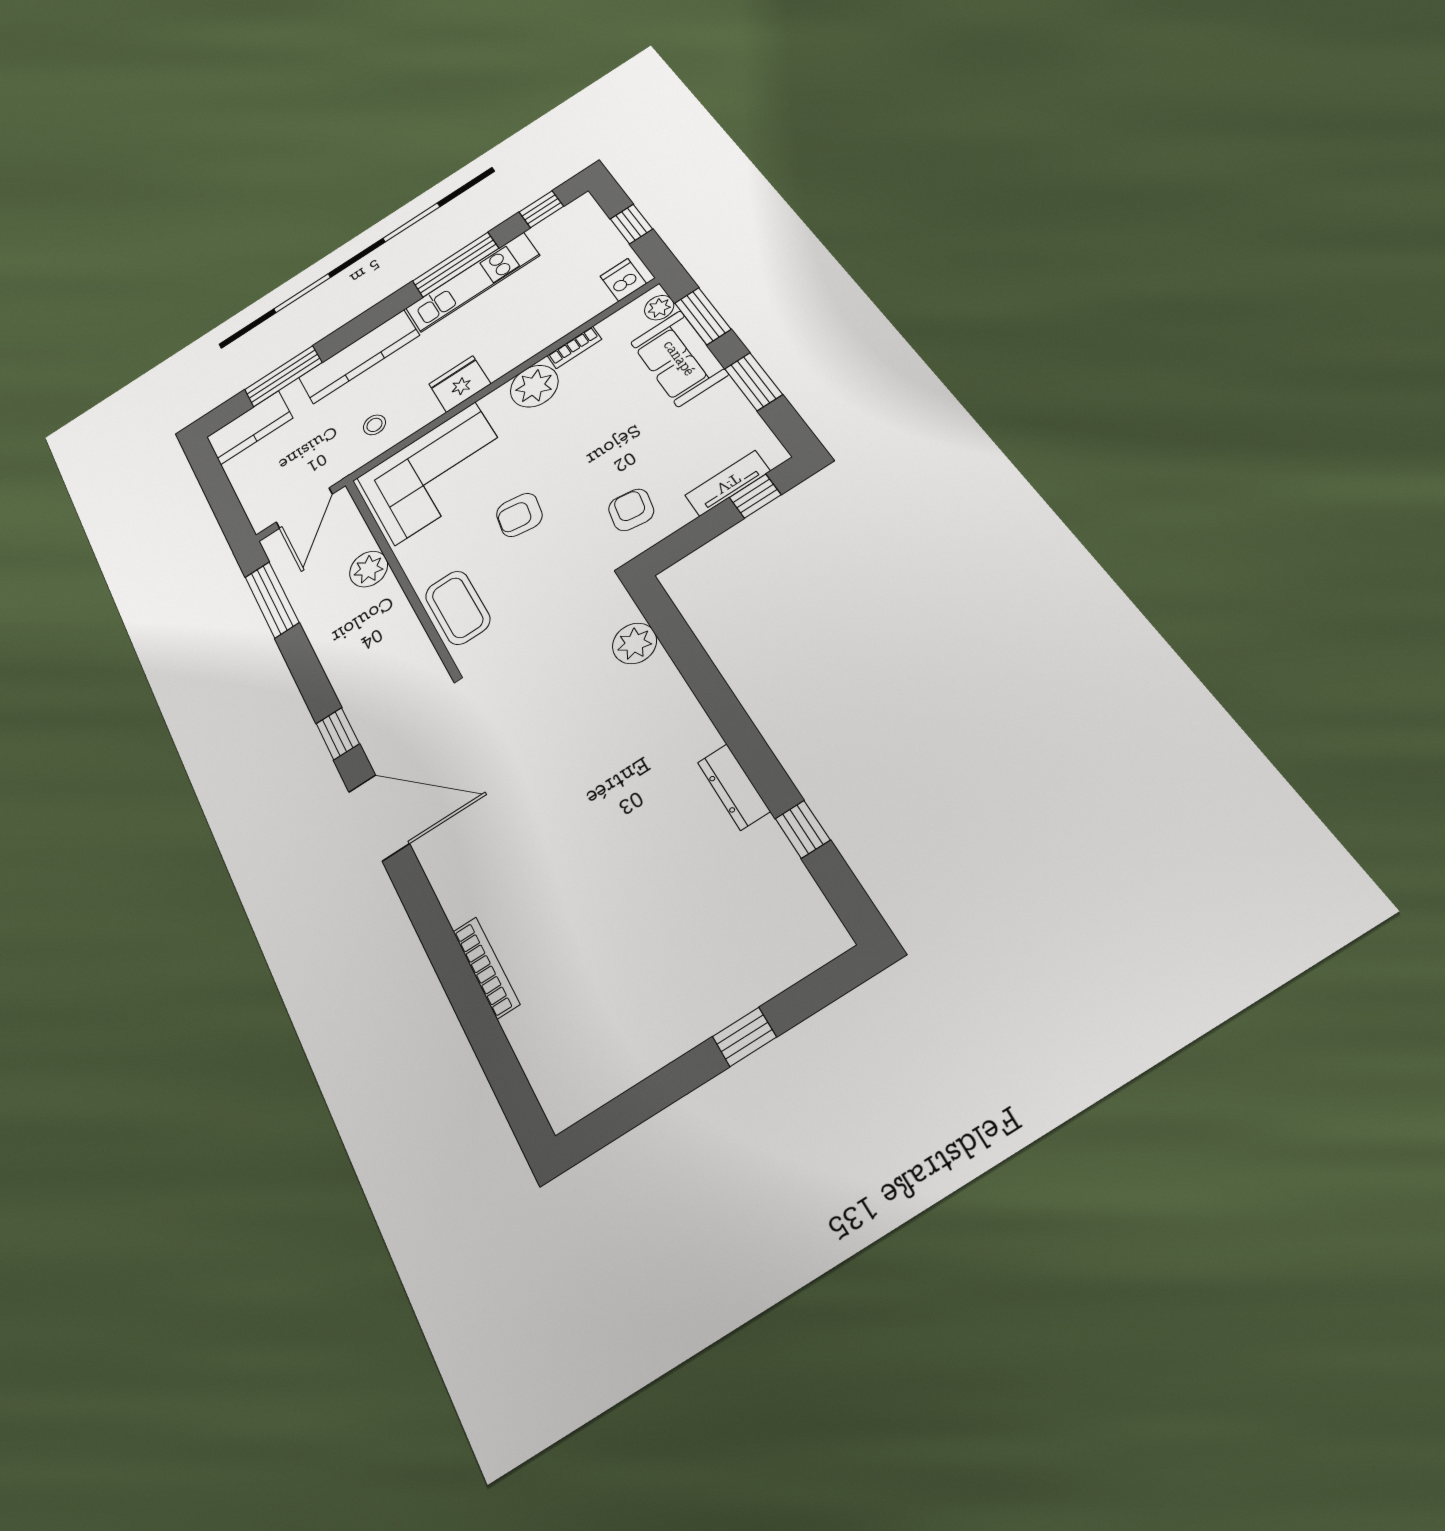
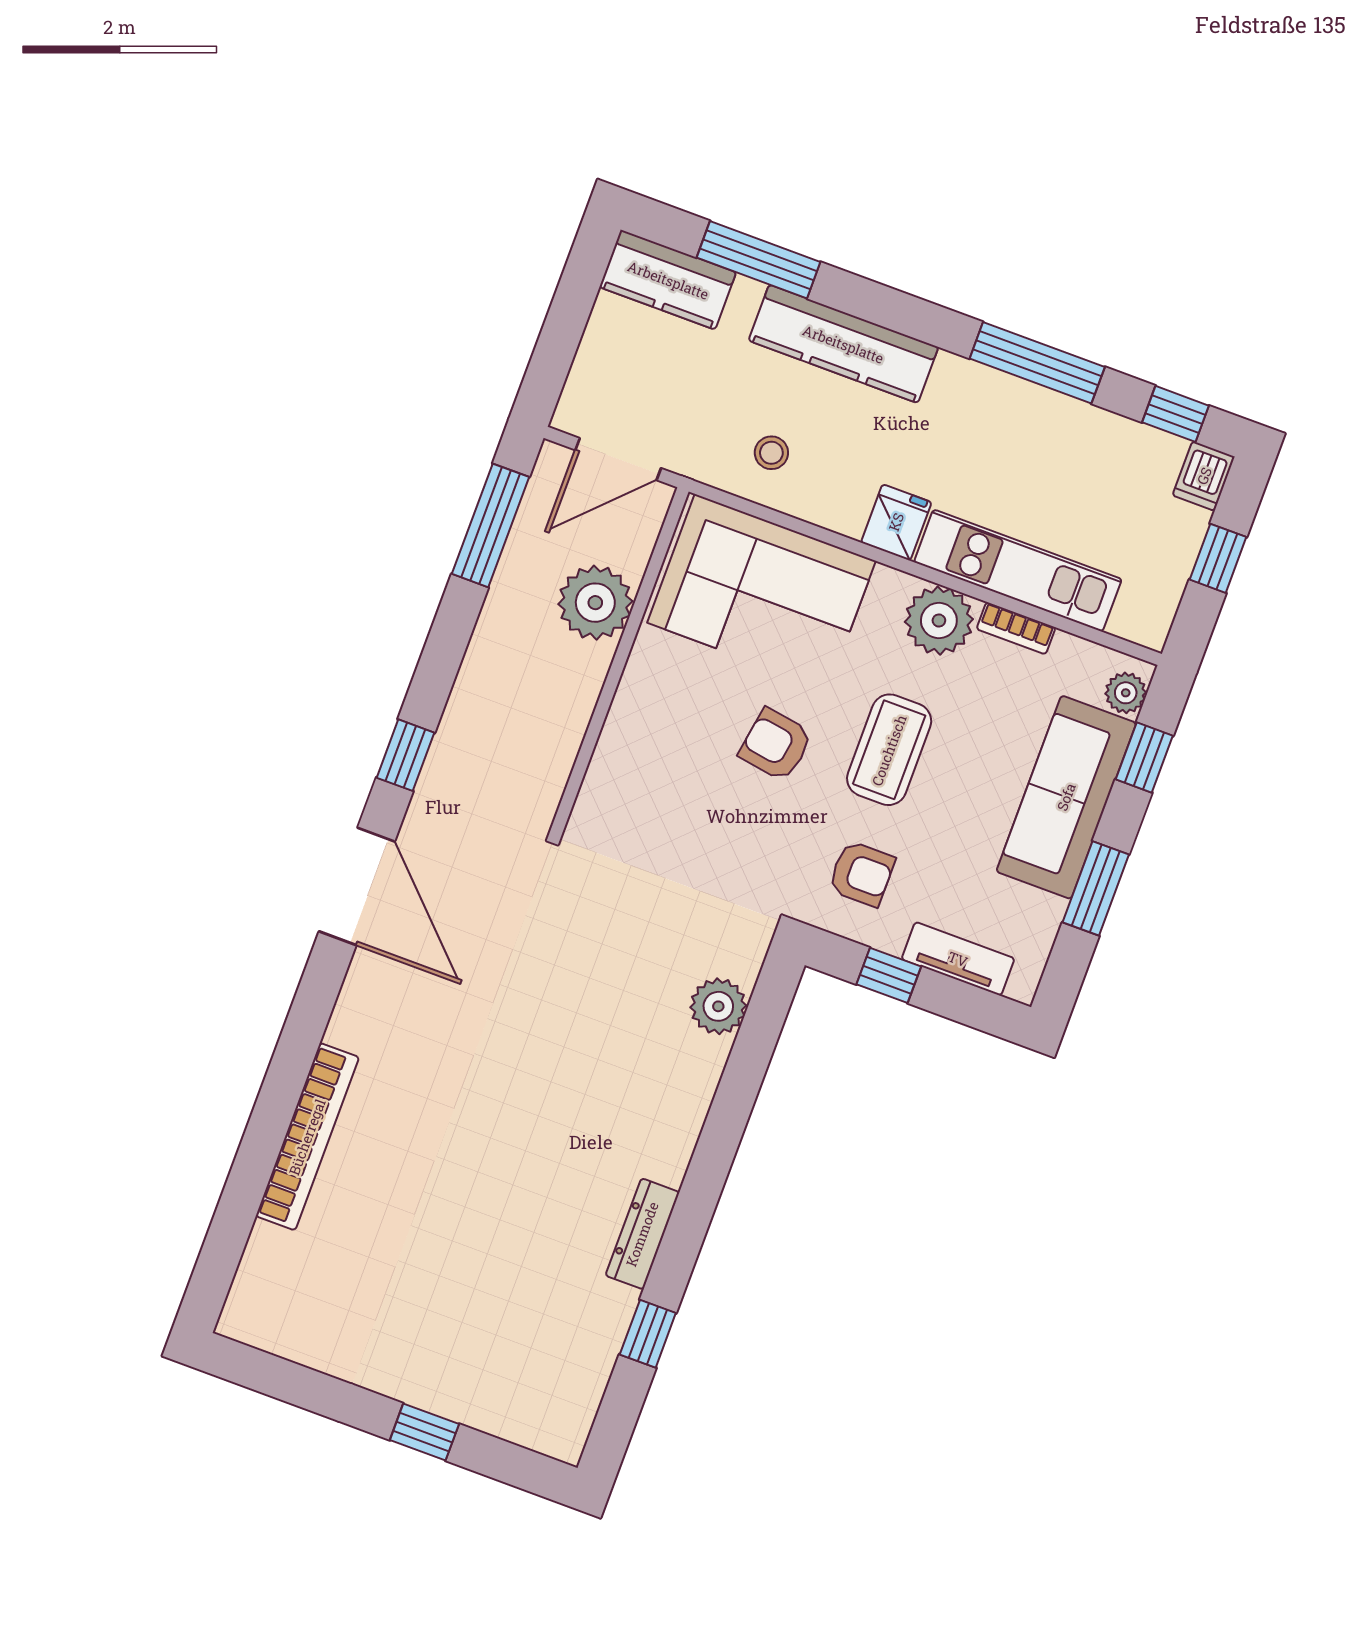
dishwasher: (623, 280) -> (1204, 476), moved, turned 180
kitchen unit: (473, 282) -> (1018, 571), moved, turned 180
window: (703, 316) -> (1144, 758), width x0.67
sofa: (679, 358) -> (1066, 797), width x1.36
fridge: (460, 384) -> (896, 522), width x0.72
window: (755, 496) -> (889, 975), moved
armchair: (631, 510) -> (862, 874), turned 81
plant: (369, 569) -> (595, 603), width x1.36, depth x1.36
coffee table: (458, 608) -> (889, 750), moved
bookcase: (486, 968) -> (307, 1137), width x1.48, depth x1.31

